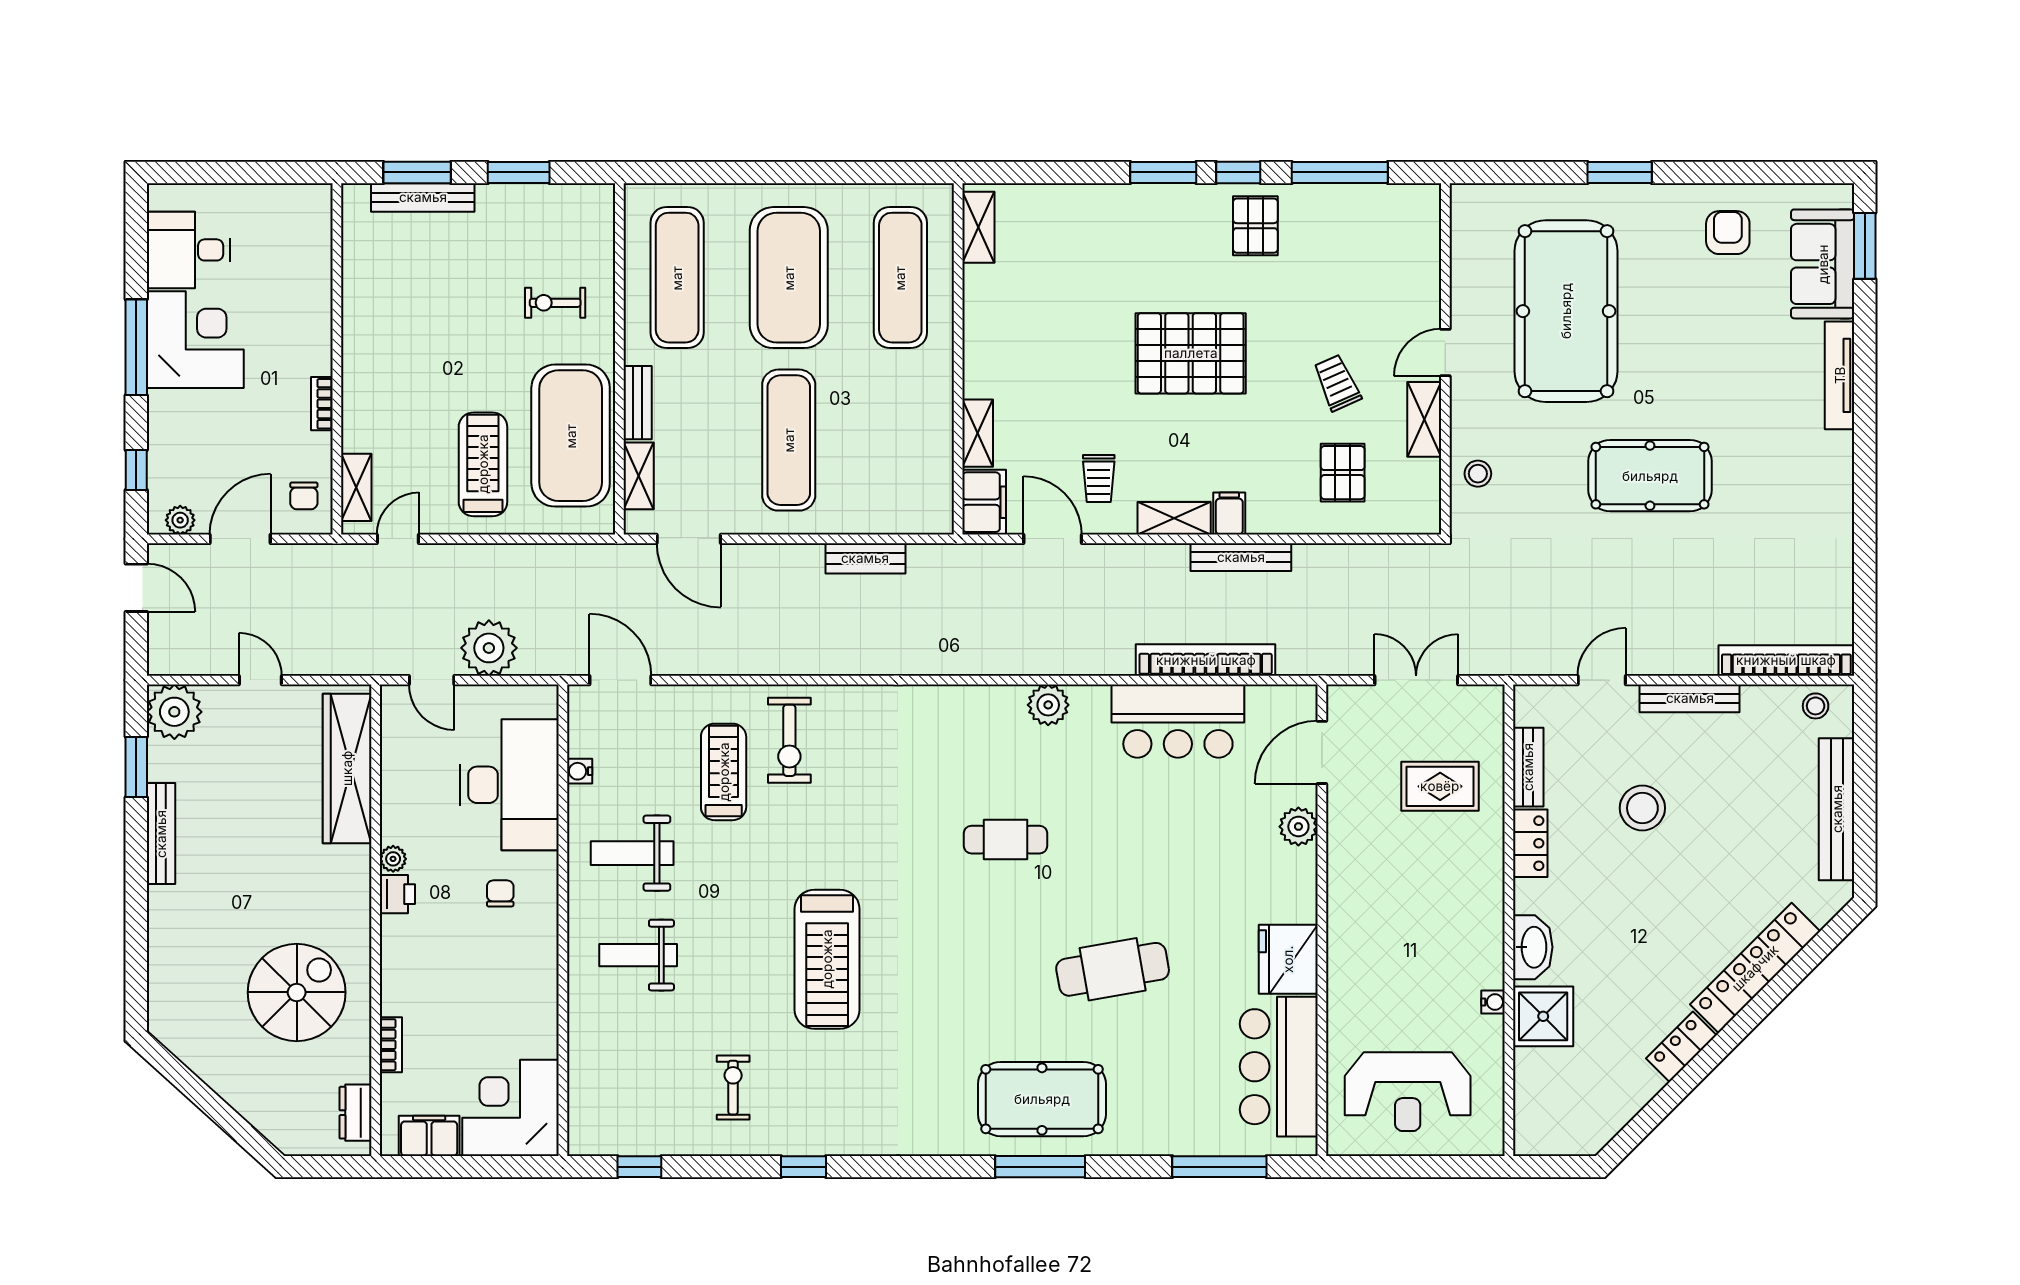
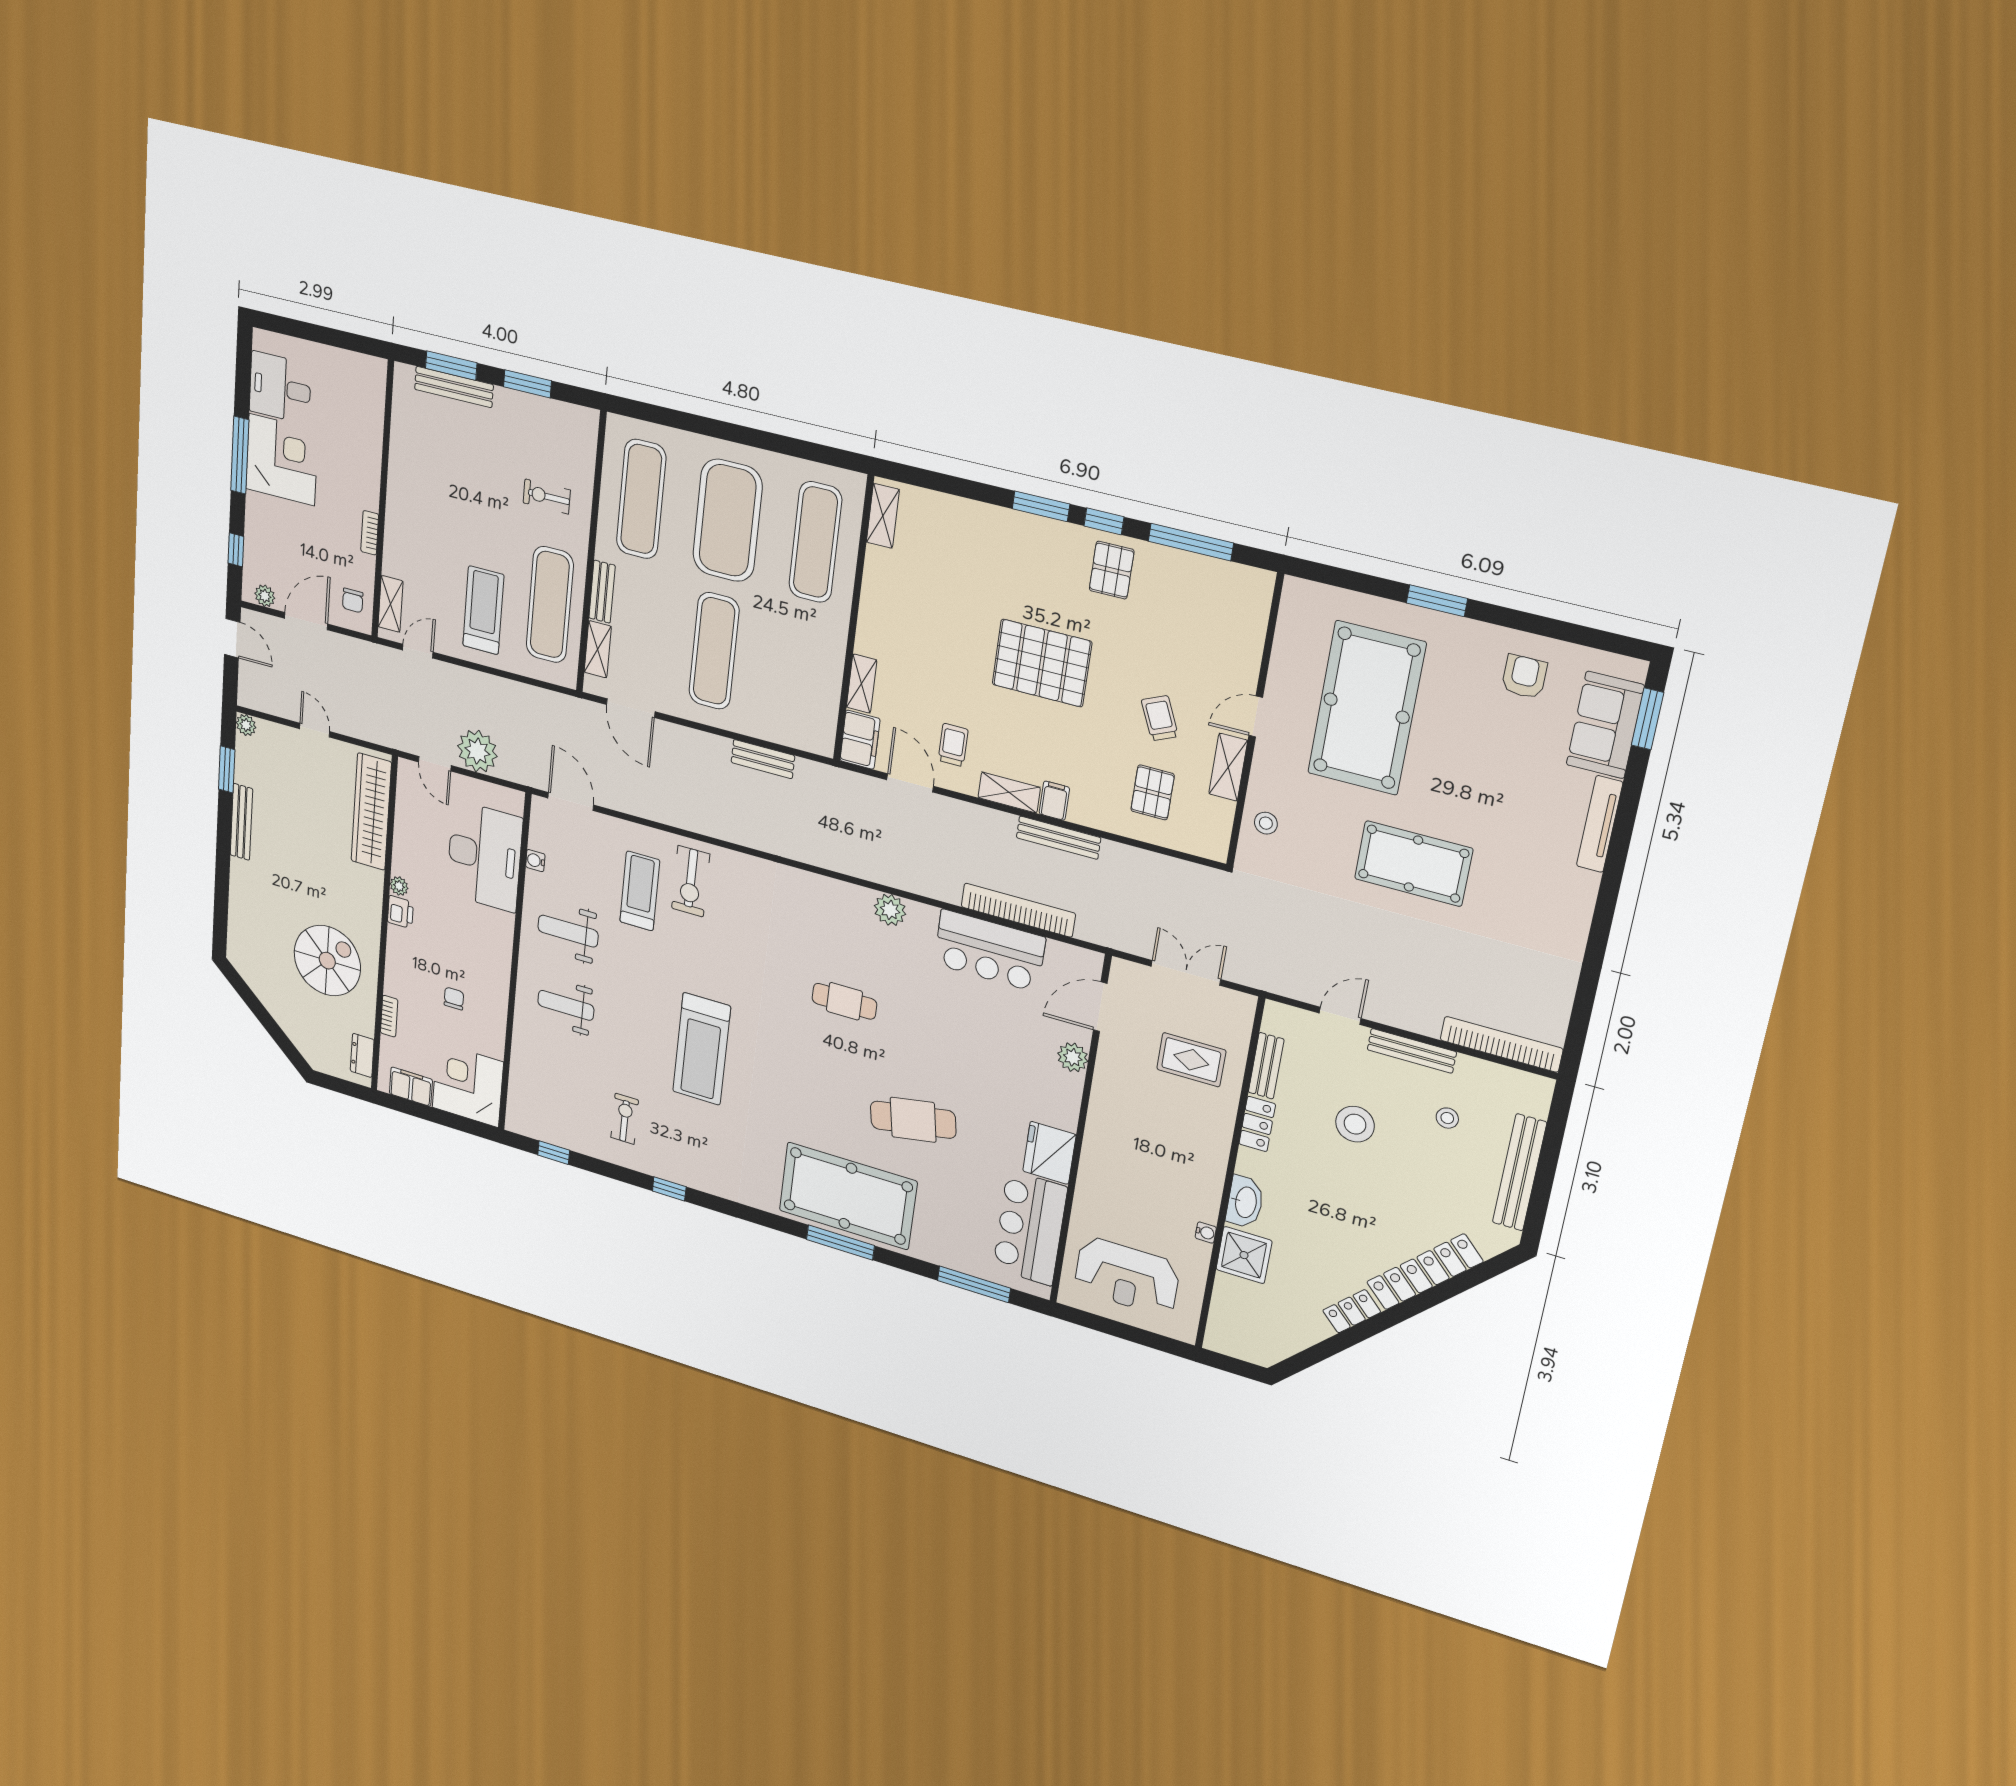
exercise mat: (571, 436) -> (550, 605), width x0.68
trolley: (1099, 478) -> (953, 745), turned 180
stool: (1816, 706) -> (1447, 1118), moved
plant: (174, 712) -> (246, 725), width x0.53, depth x0.53
chair: (500, 893) -> (454, 998), moved
pool table: (1042, 1099) -> (848, 1196), width x1.36, depth x1.32

